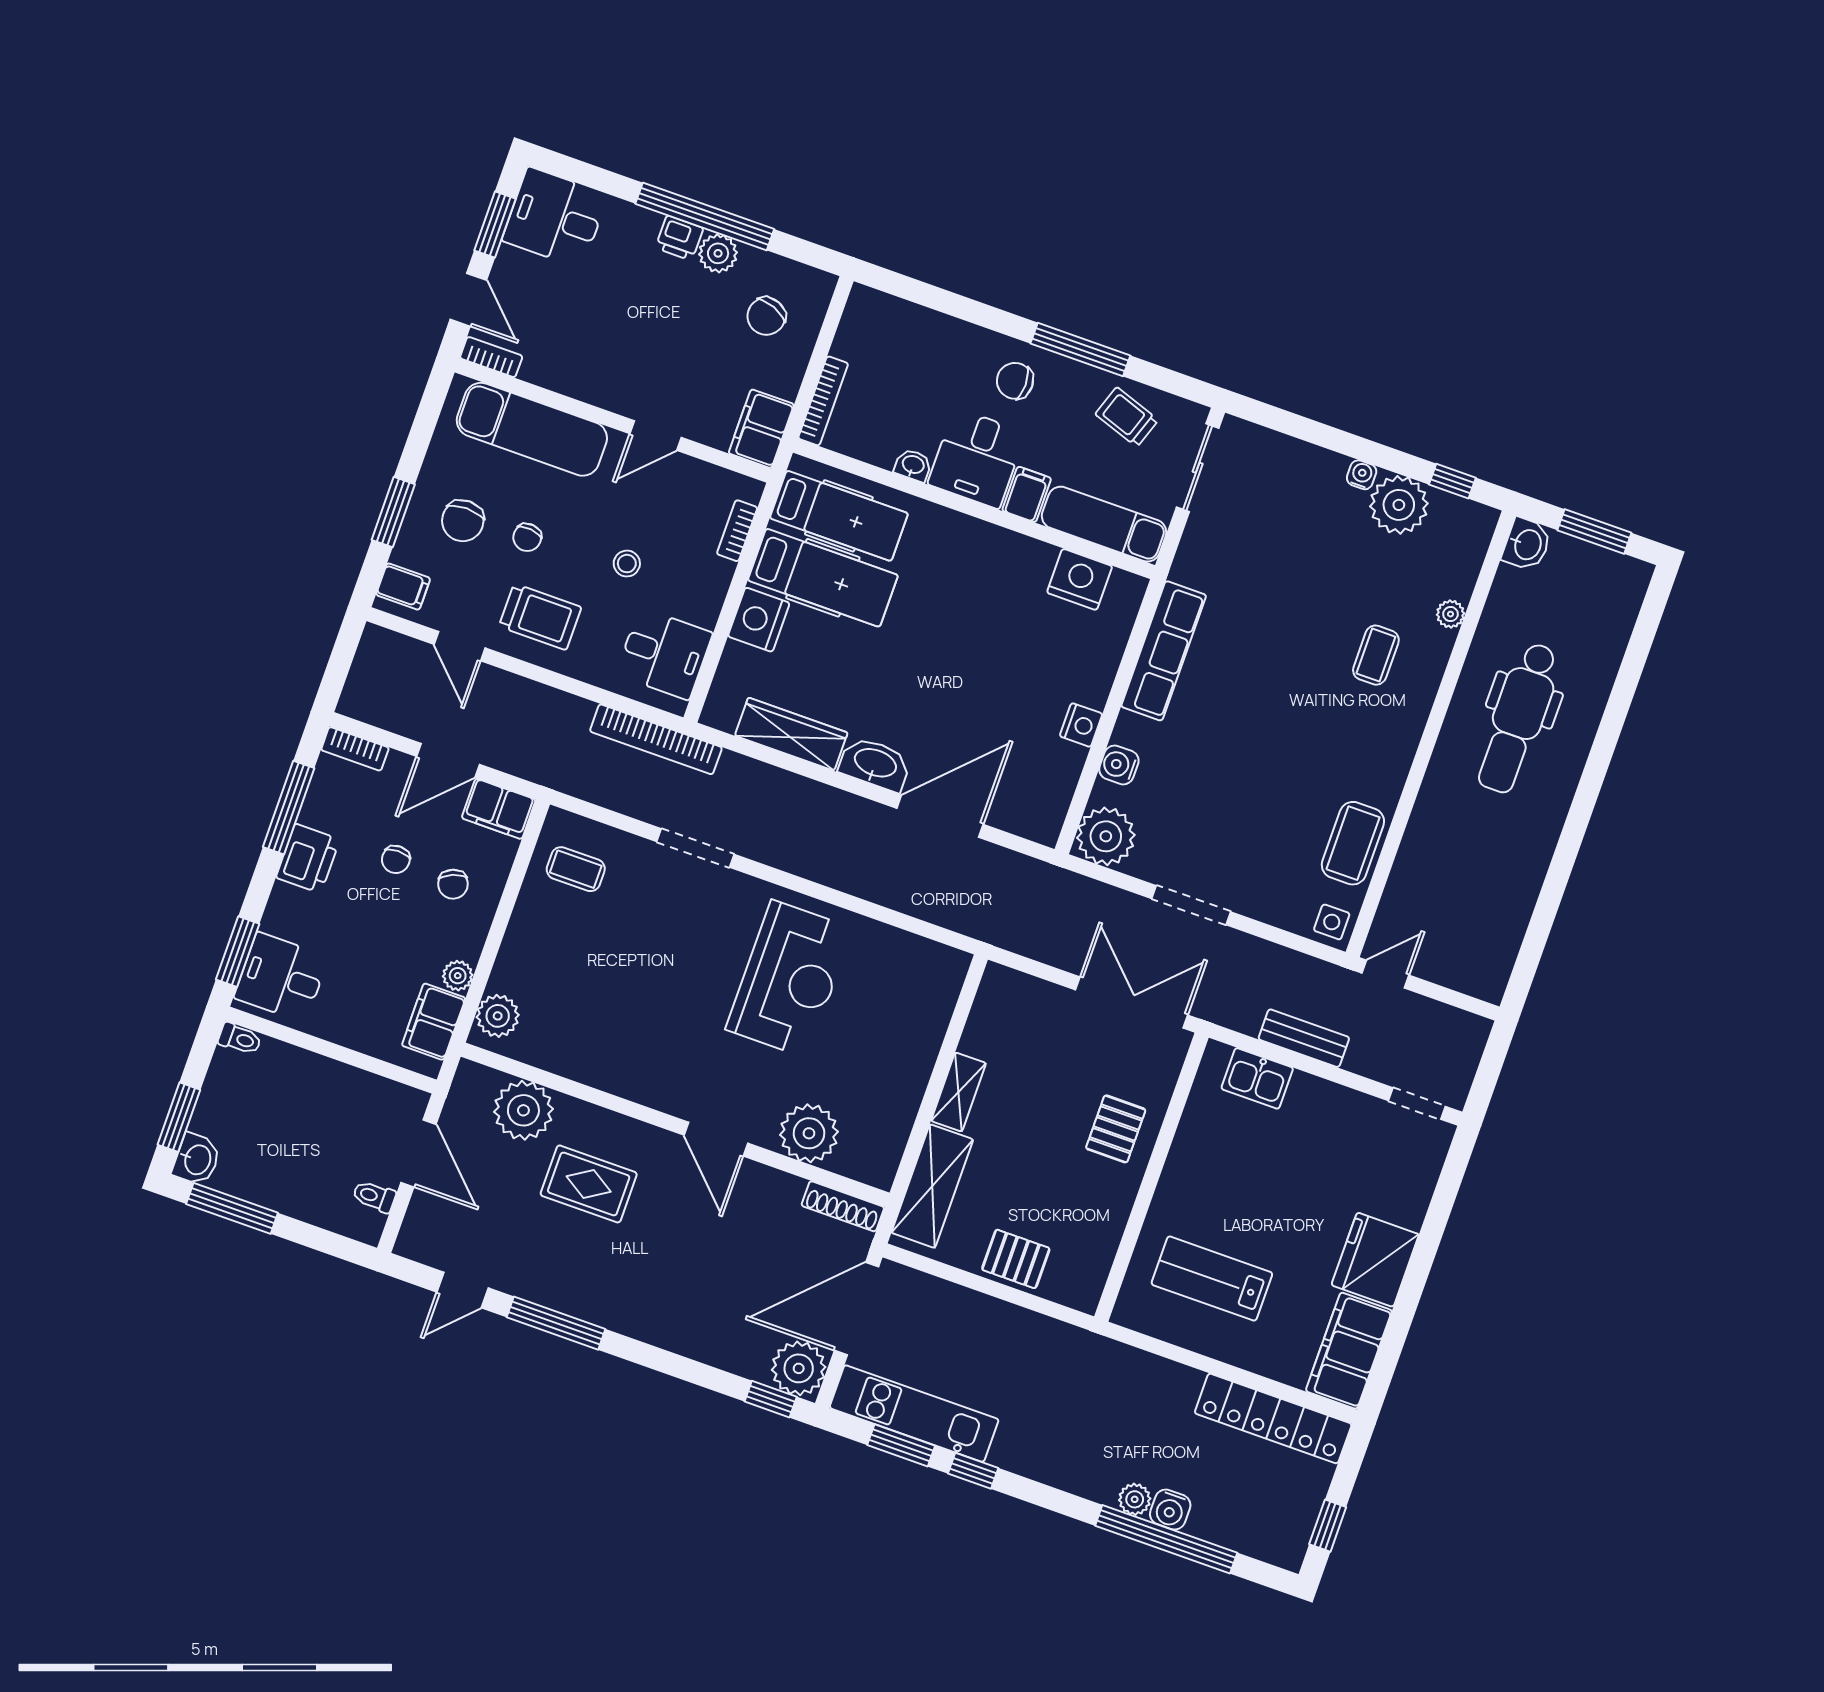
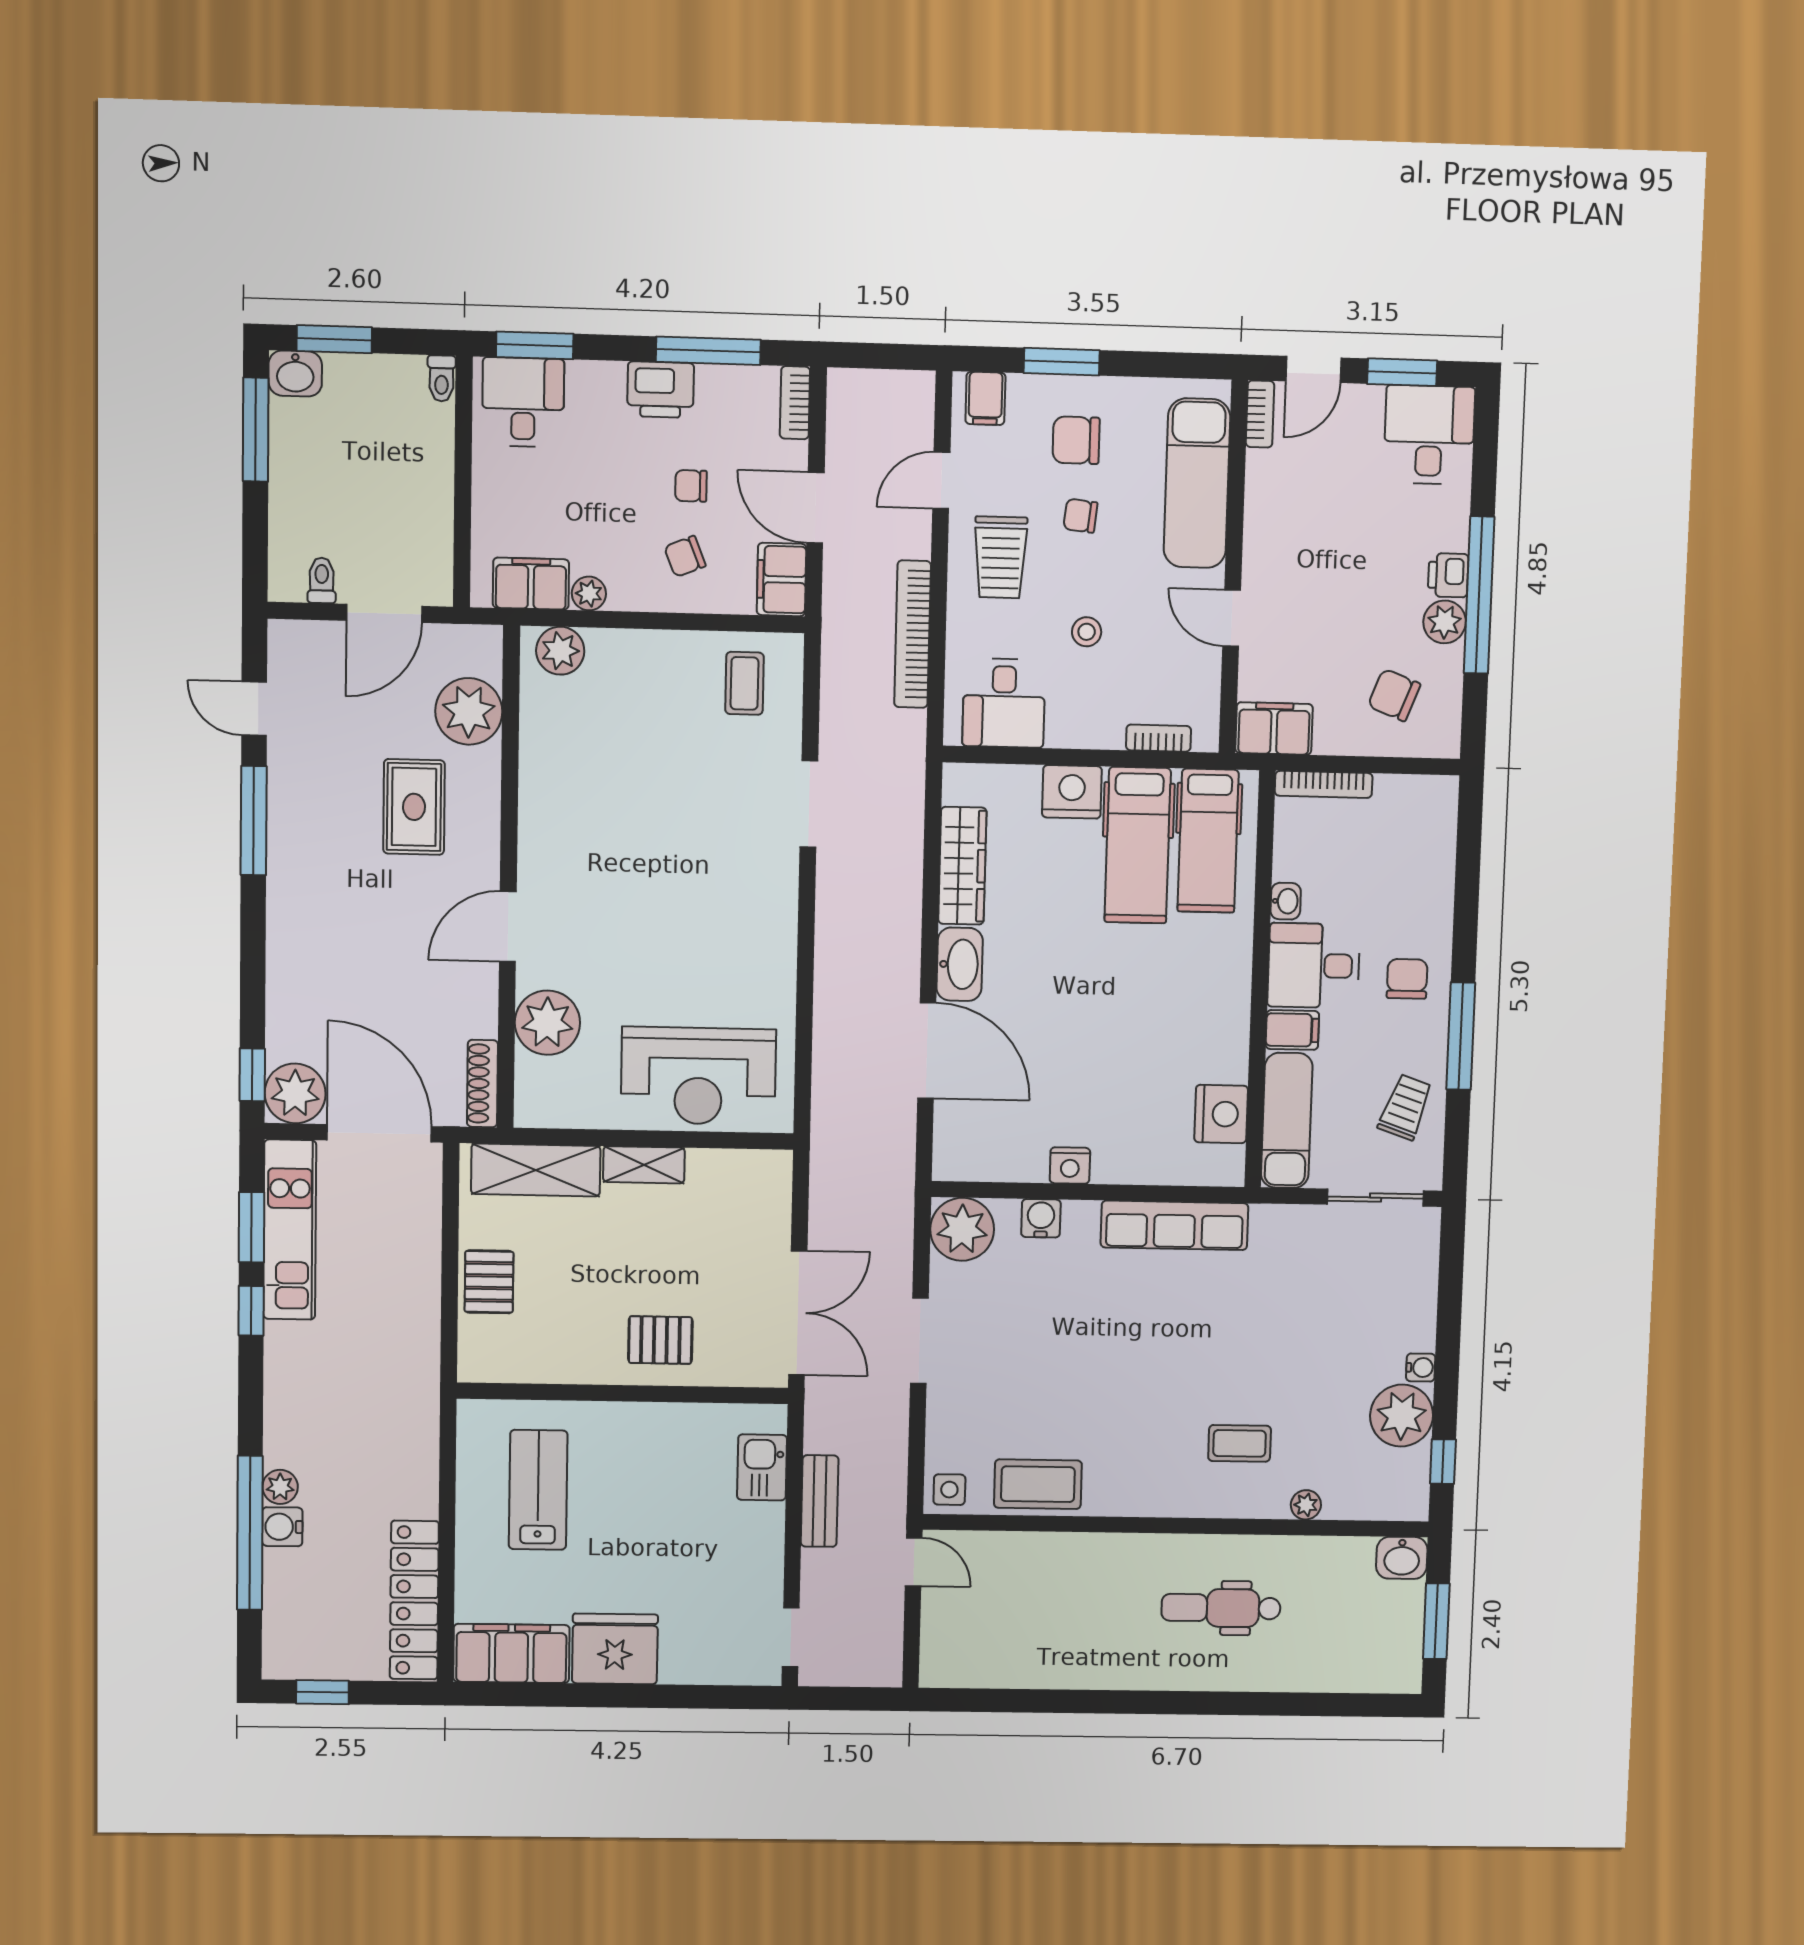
dental chair: (1518, 718) -> (1221, 1608), width x0.73, depth x0.72
bookcase: (656, 739) -> (913, 634), moved
reception desk: (789, 979) -> (698, 1076), moved

